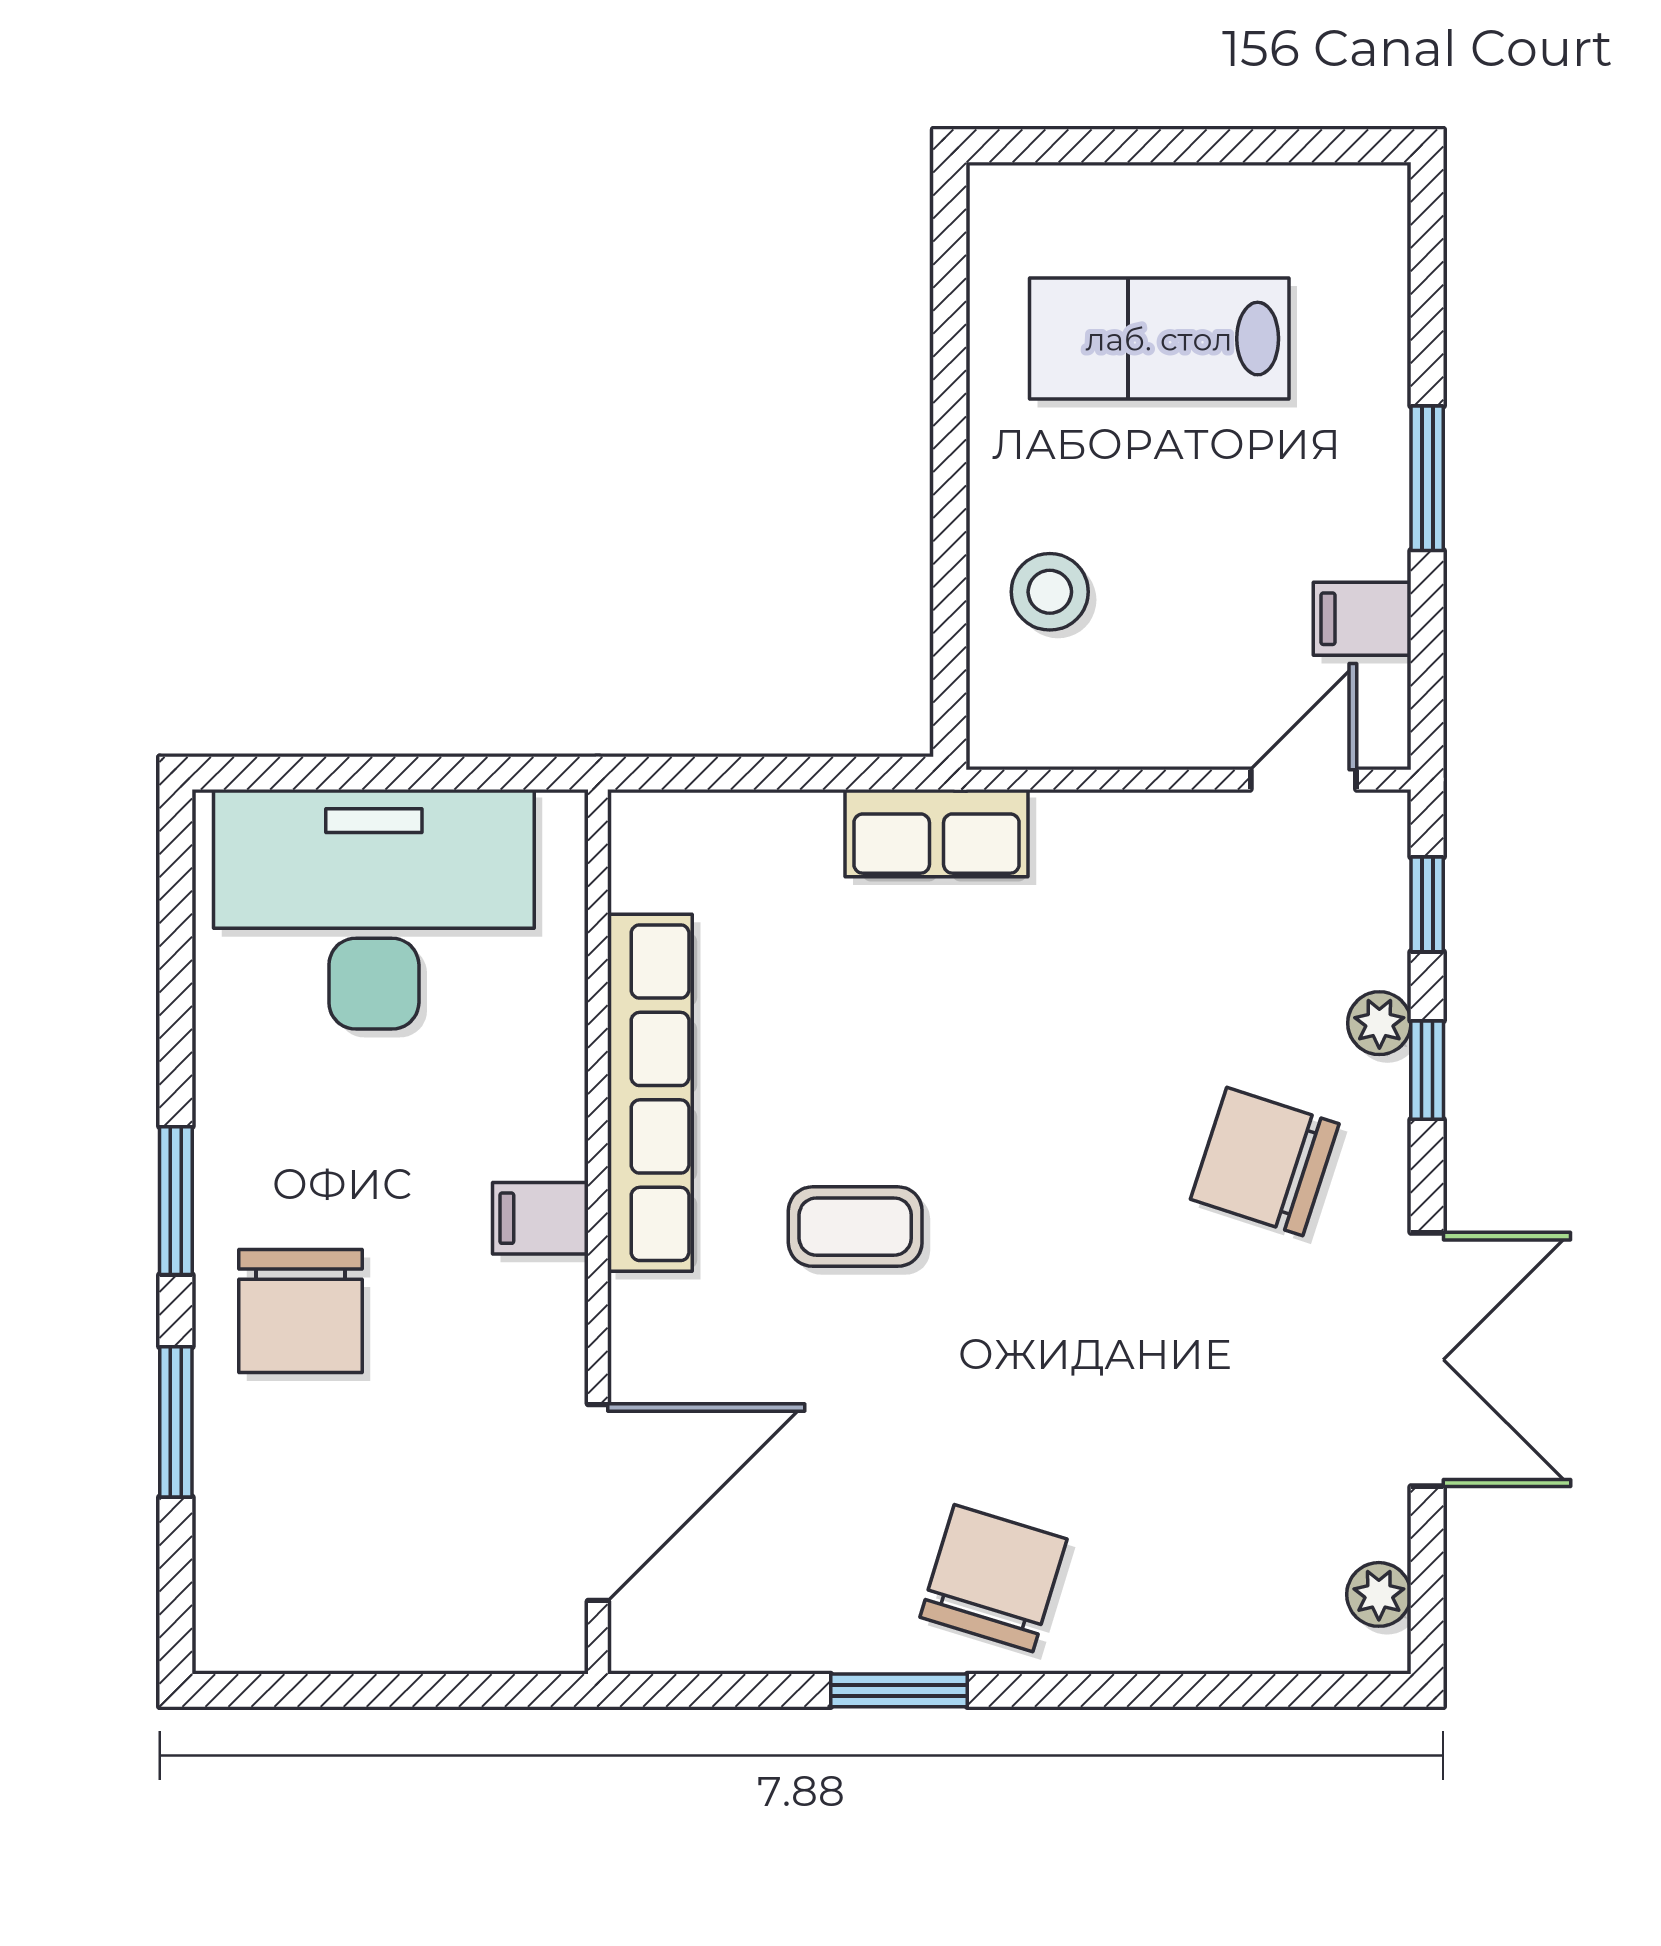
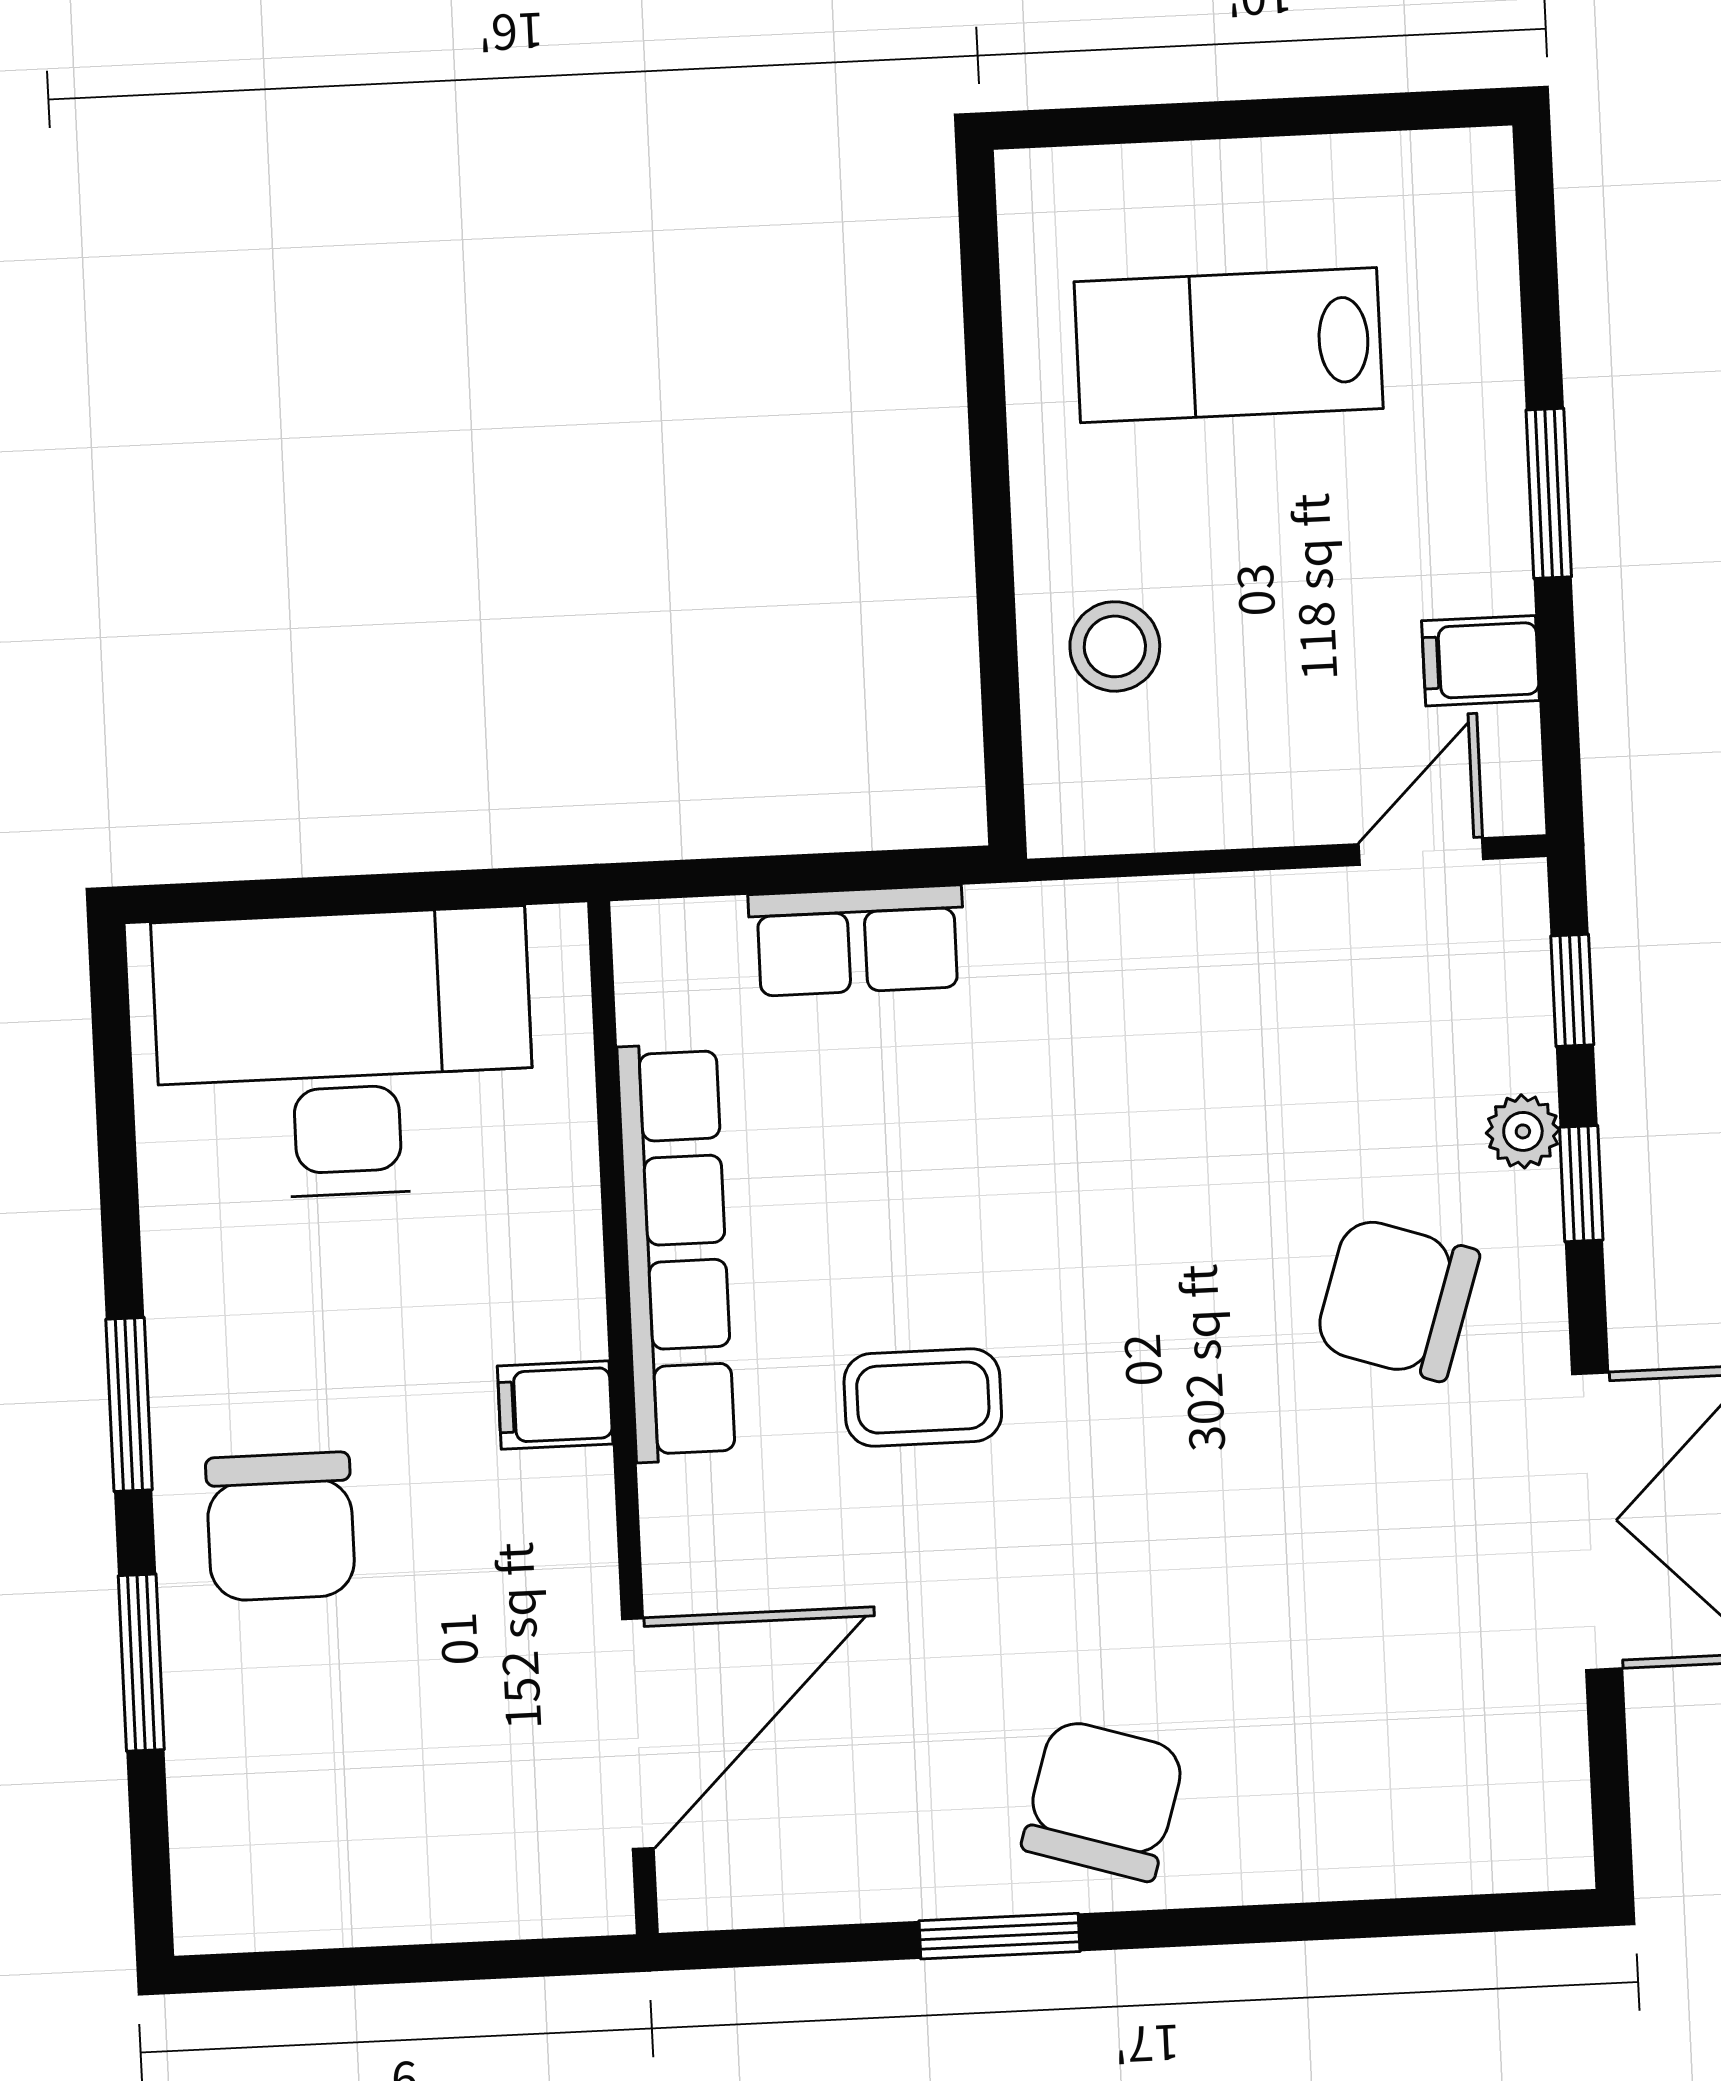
row of seats: (937, 833) -> (857, 941), moved
plant: (1379, 1594) -> (1554, 1798), removed

